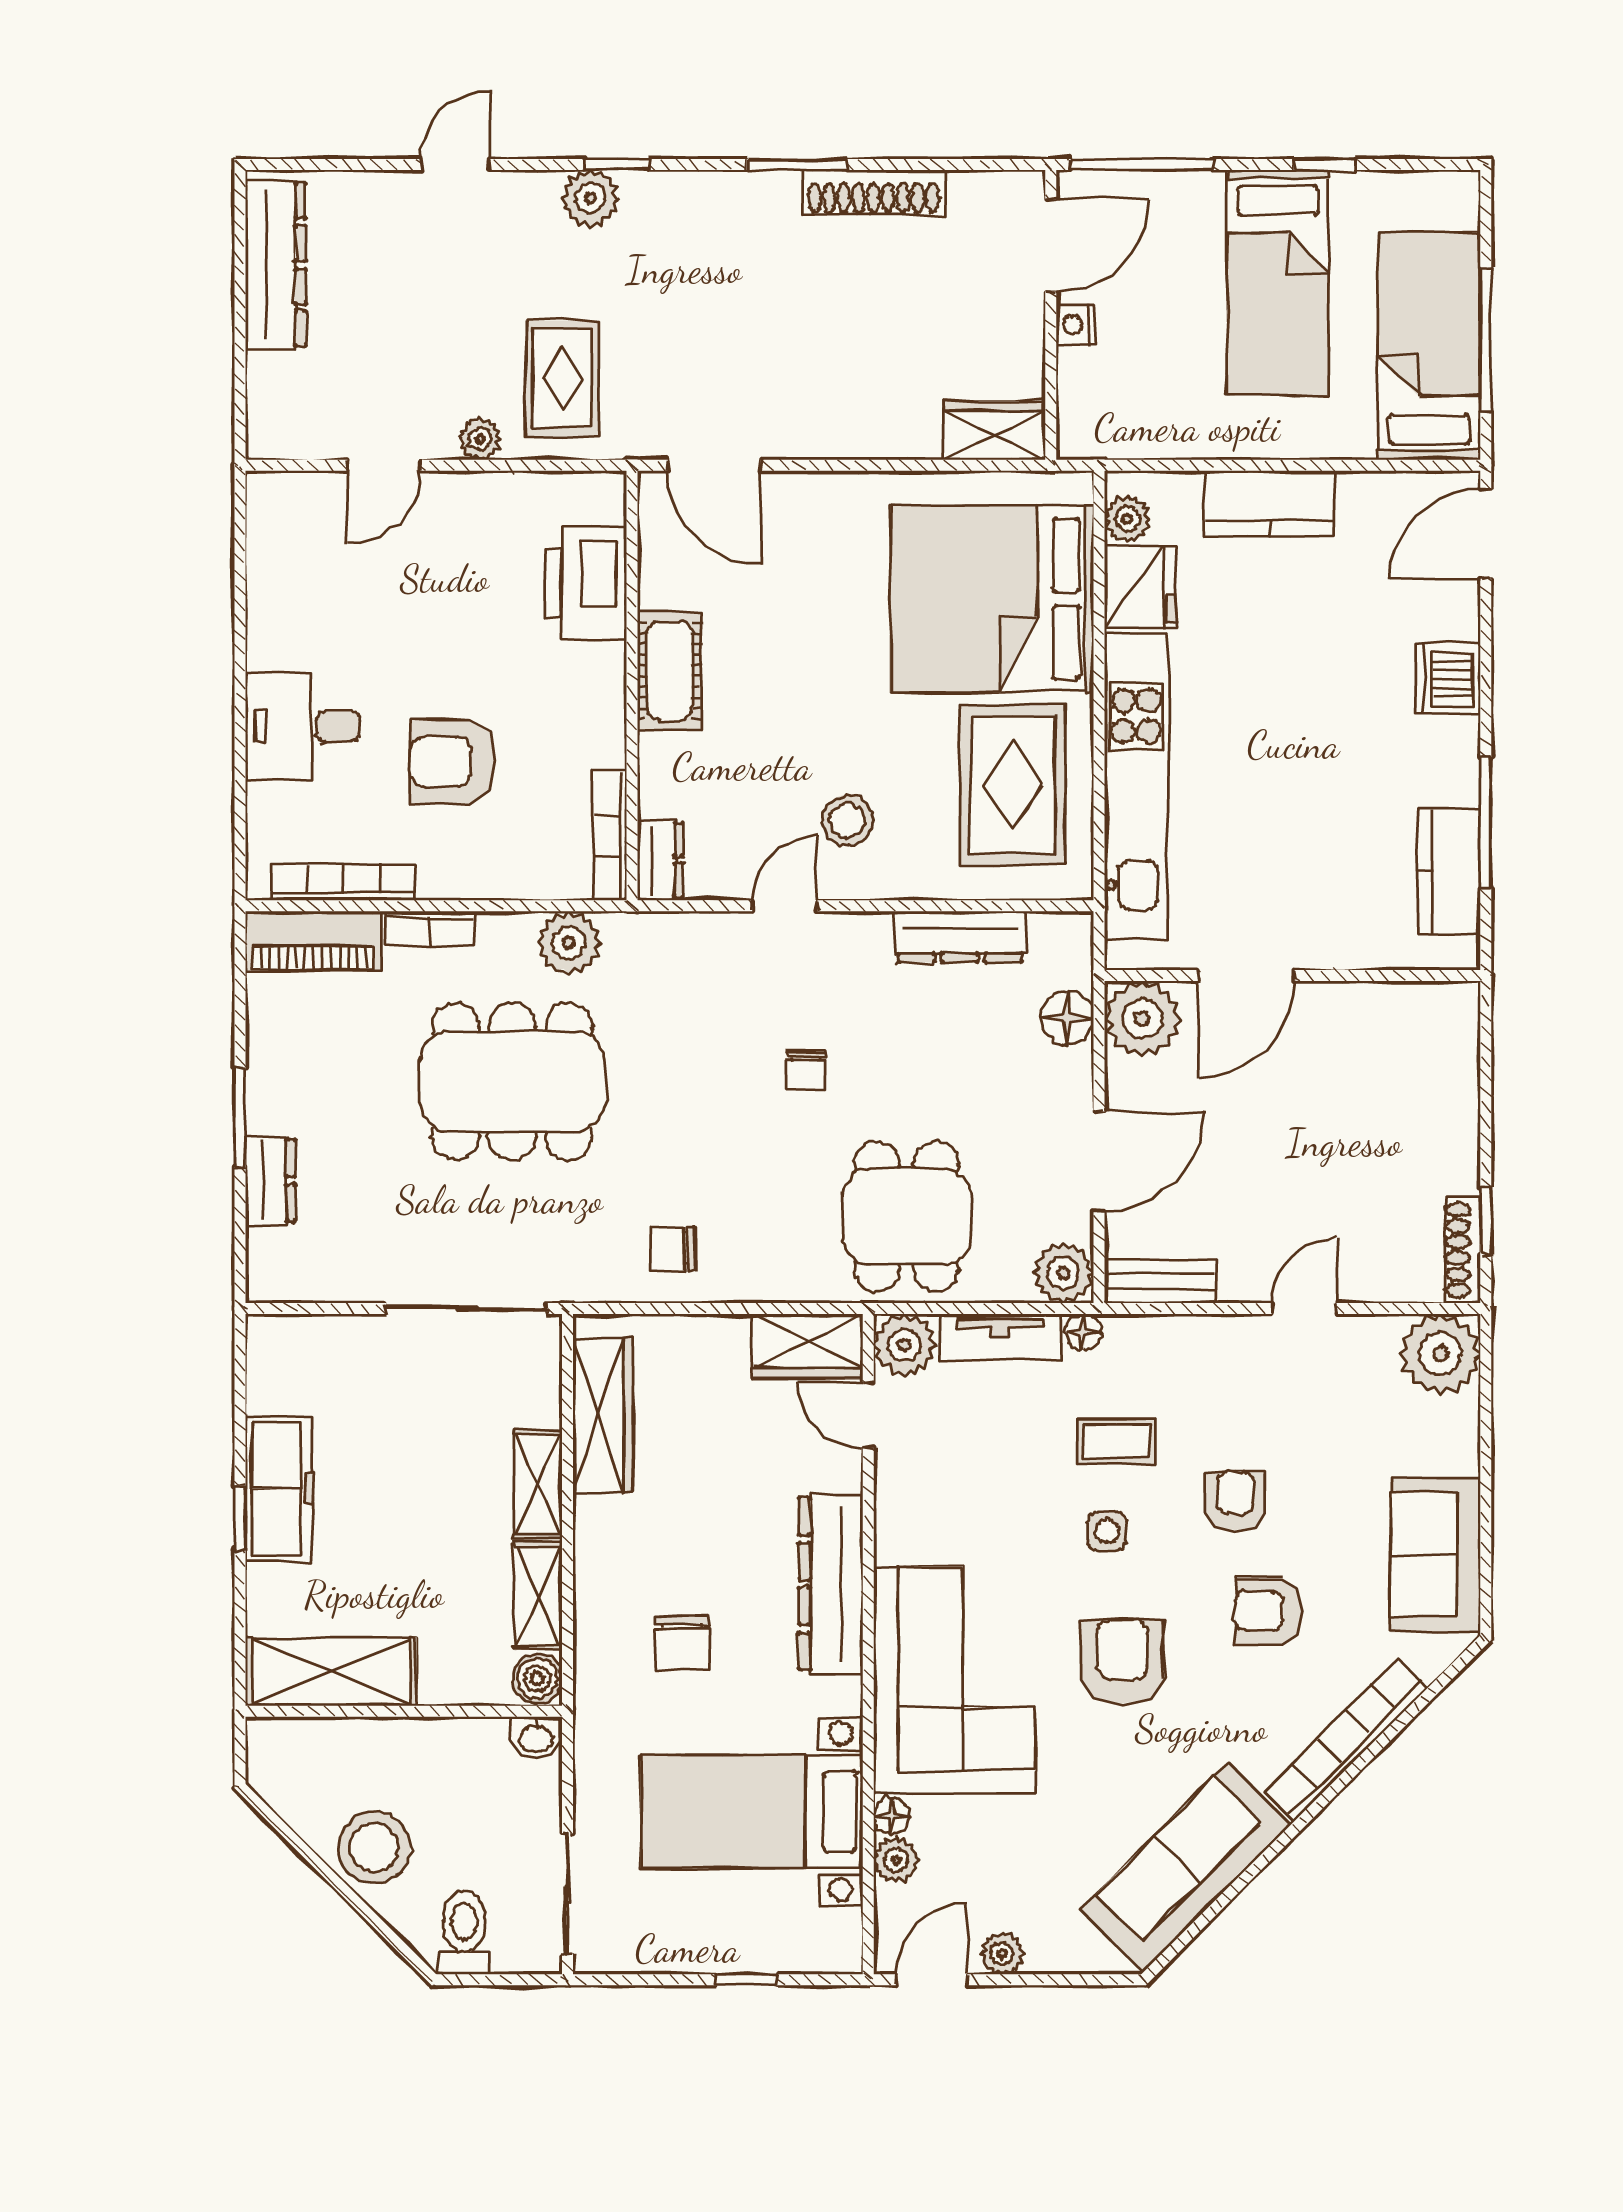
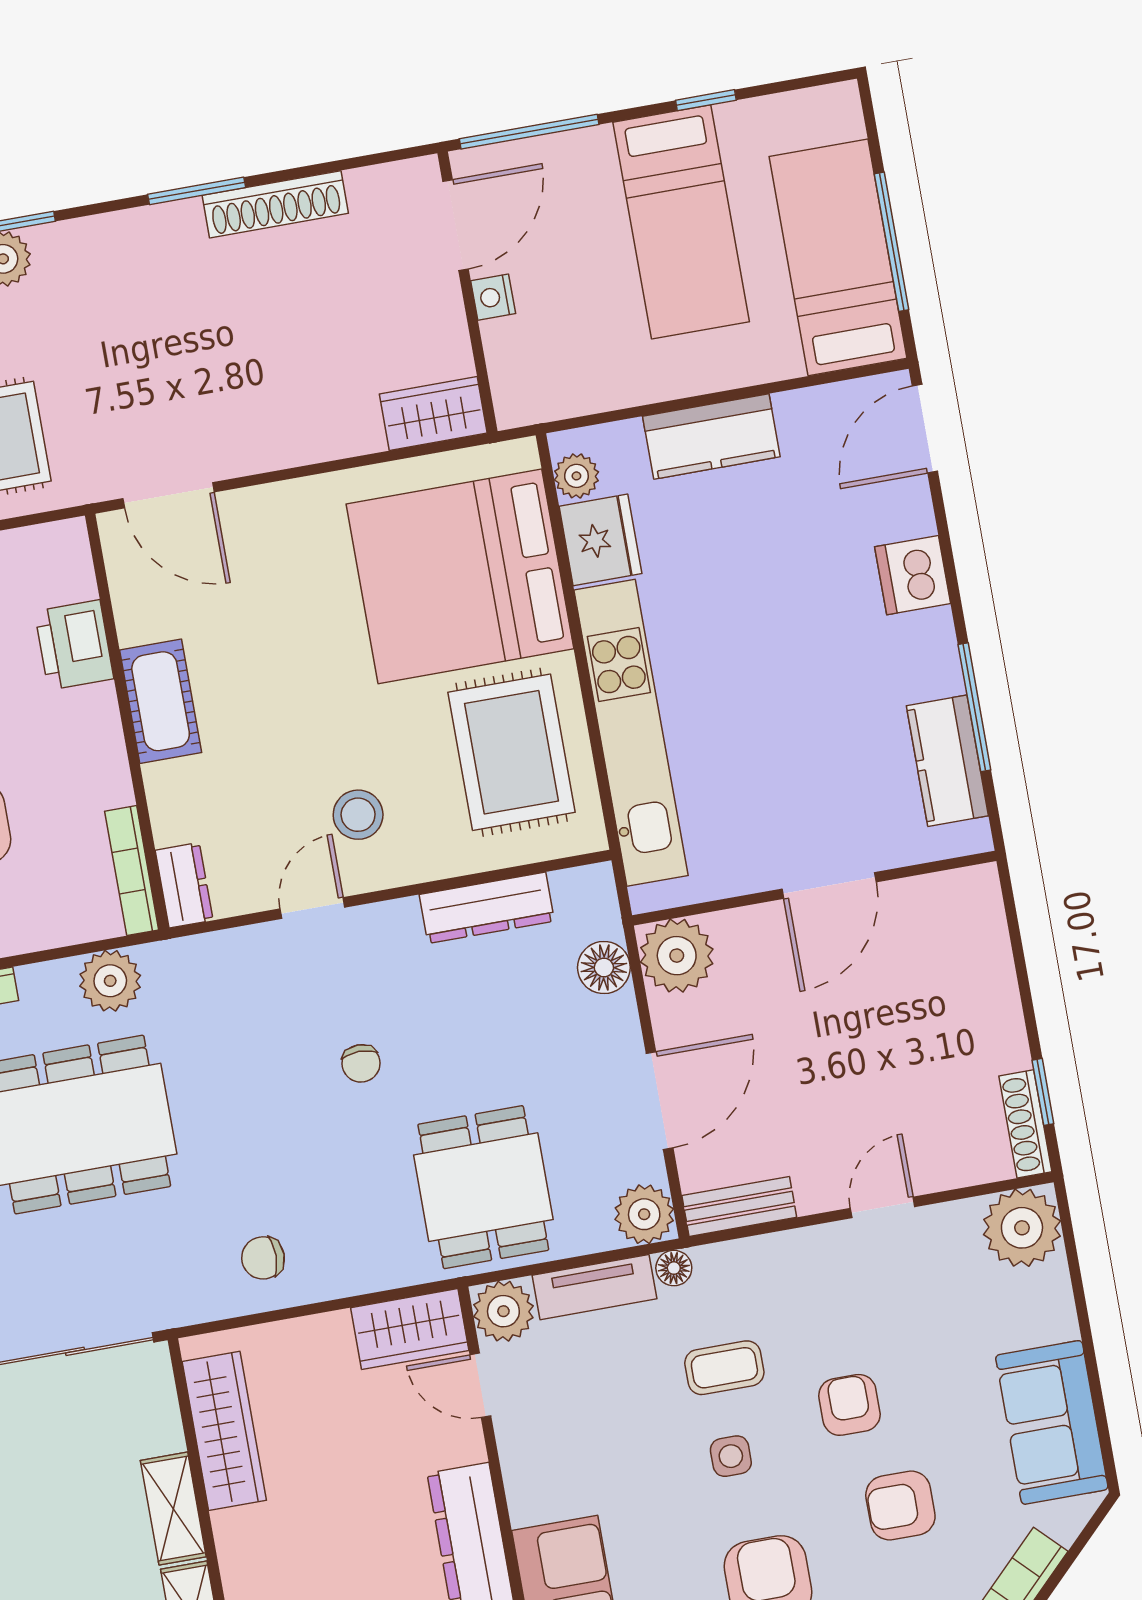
printer: (586, 583) -> (74, 645), width x0.73, depth x0.84
door: (1247, 975) -> (829, 885), moved

